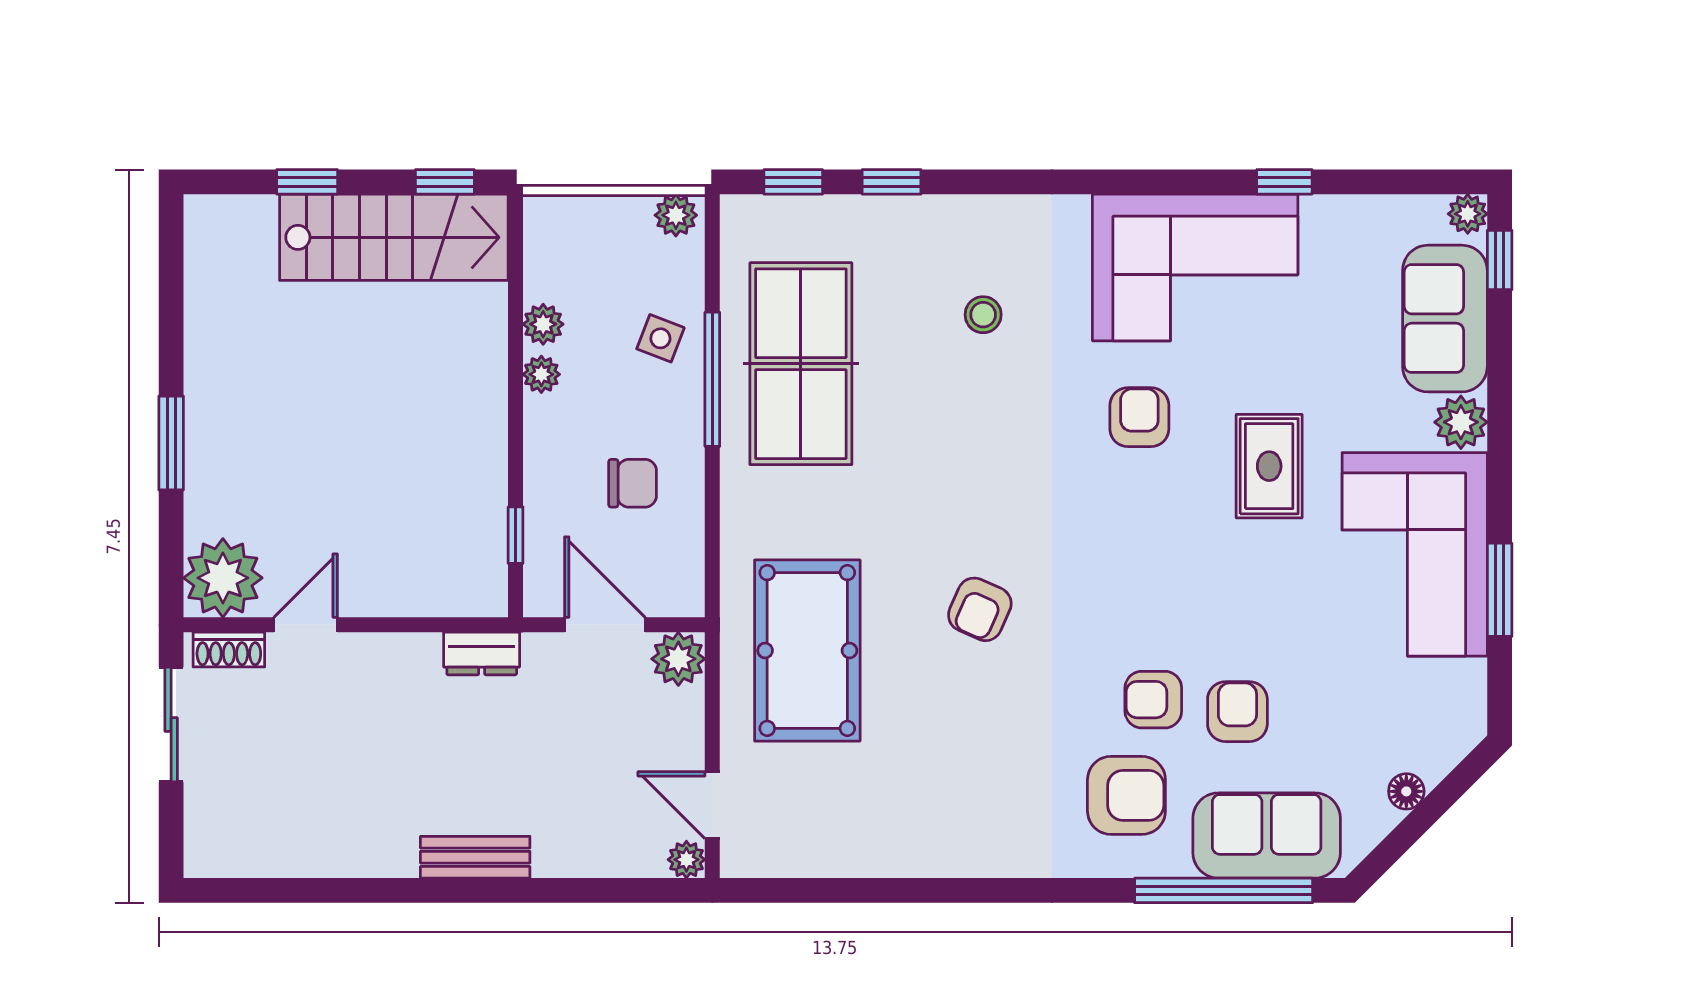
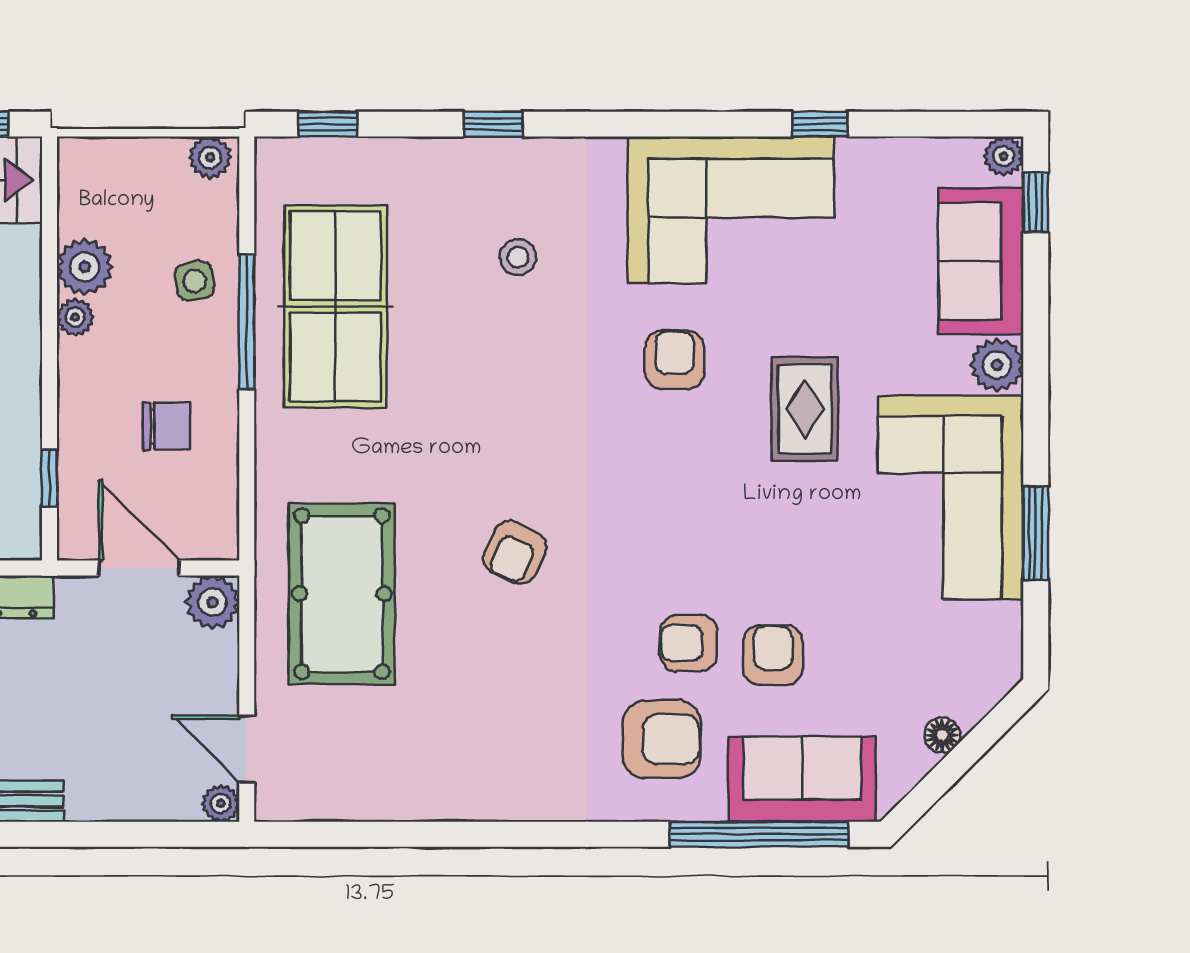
window: (892, 182) -> (493, 124), moved
plant: (543, 324) -> (85, 267), width x1.38, depth x1.38
side table: (660, 338) -> (195, 281), turned -30

